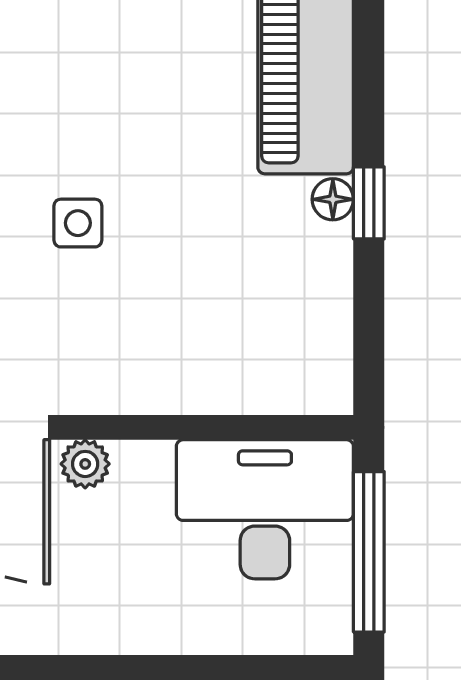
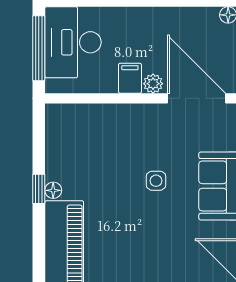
filing cabinet: (142, 477) -> (130, 78), added
desk: (265, 509) -> (73, 42), moved, turned 90

